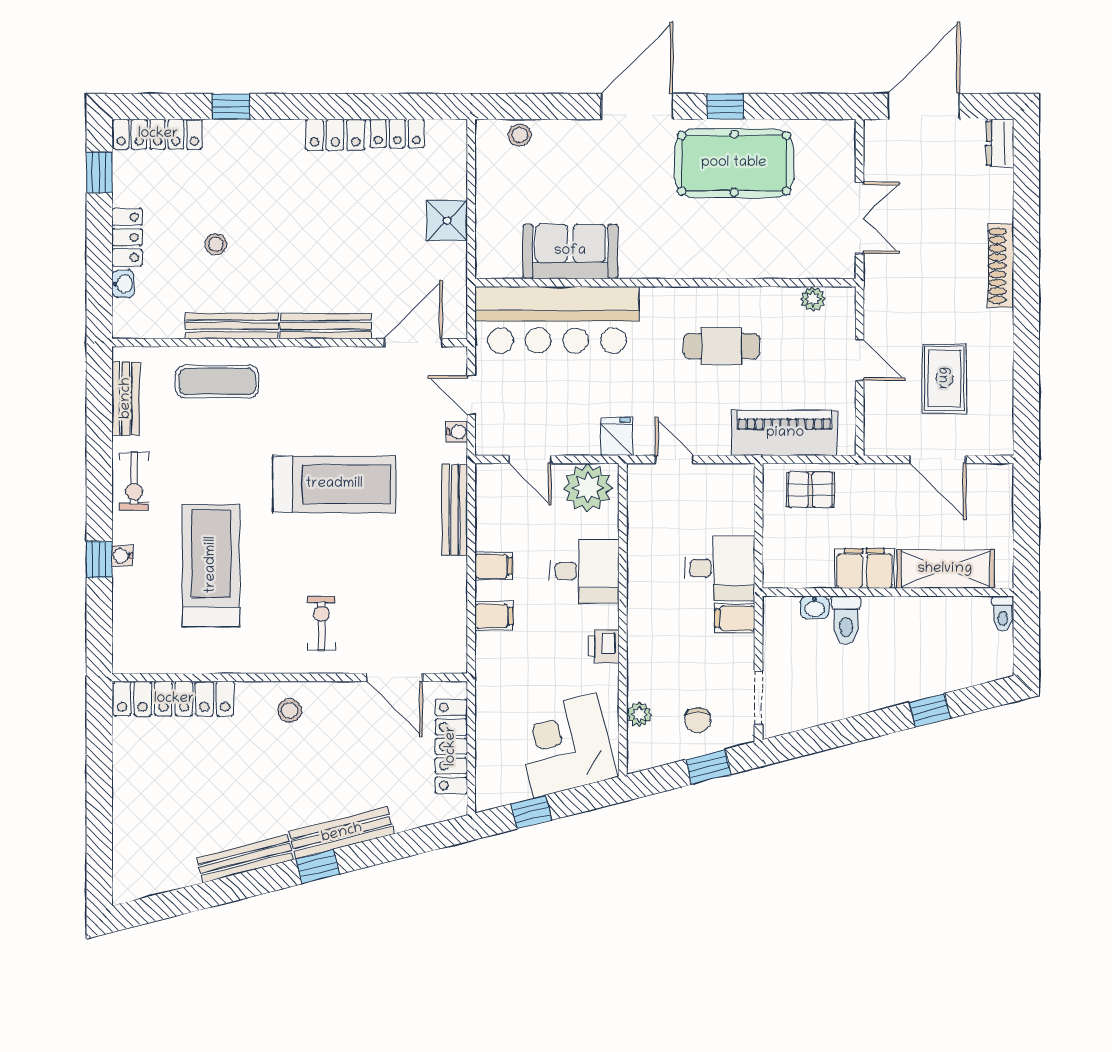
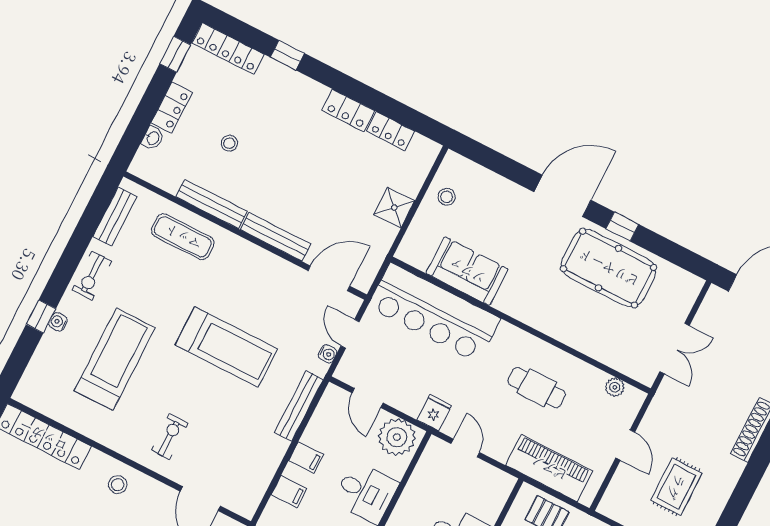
stool: (520, 135) -> (447, 197), moved

